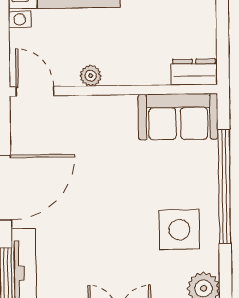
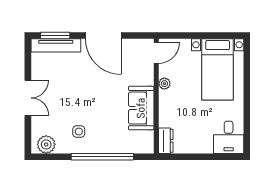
sofa: (178, 117) -> (141, 108), moved
side table: (179, 230) -> (79, 132), width x0.54, depth x0.54

